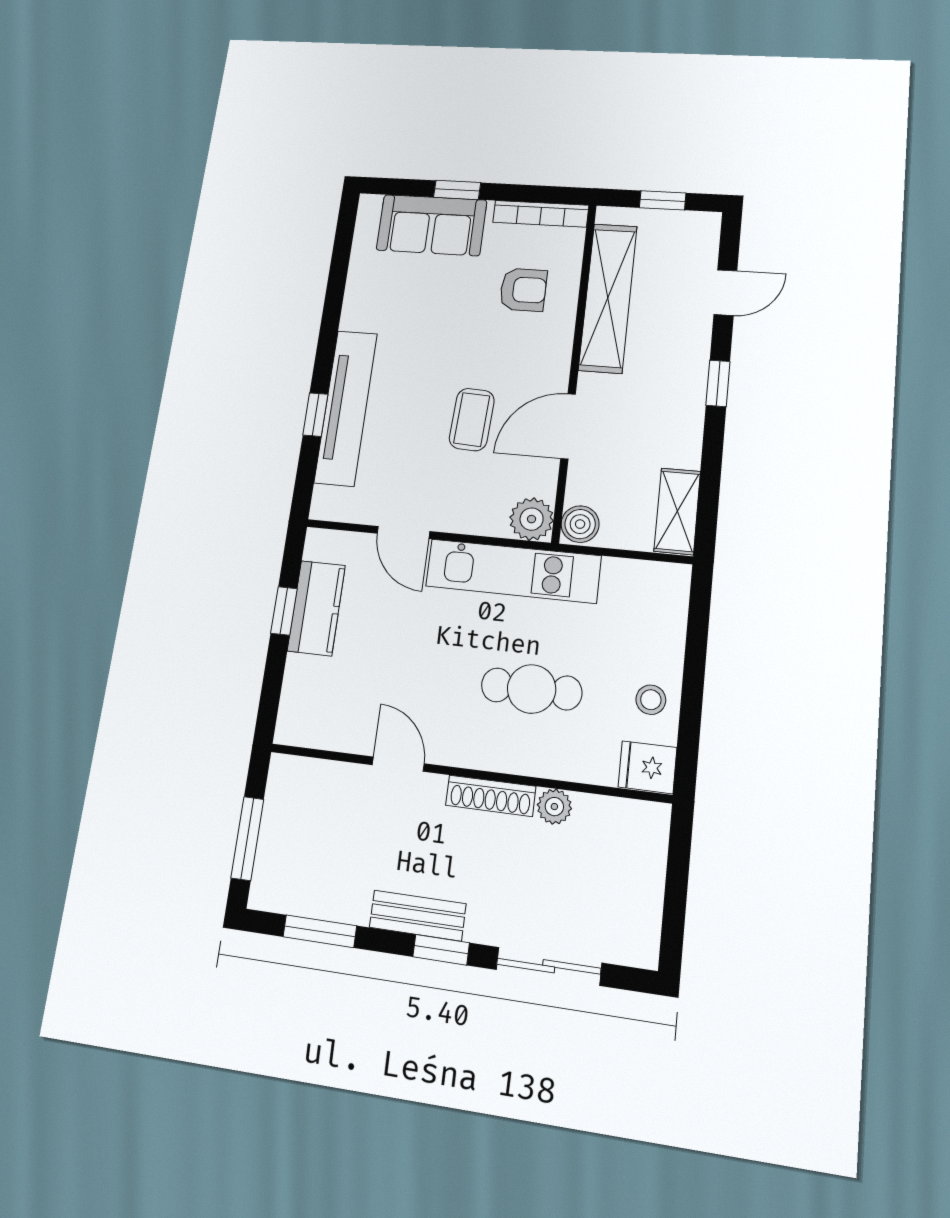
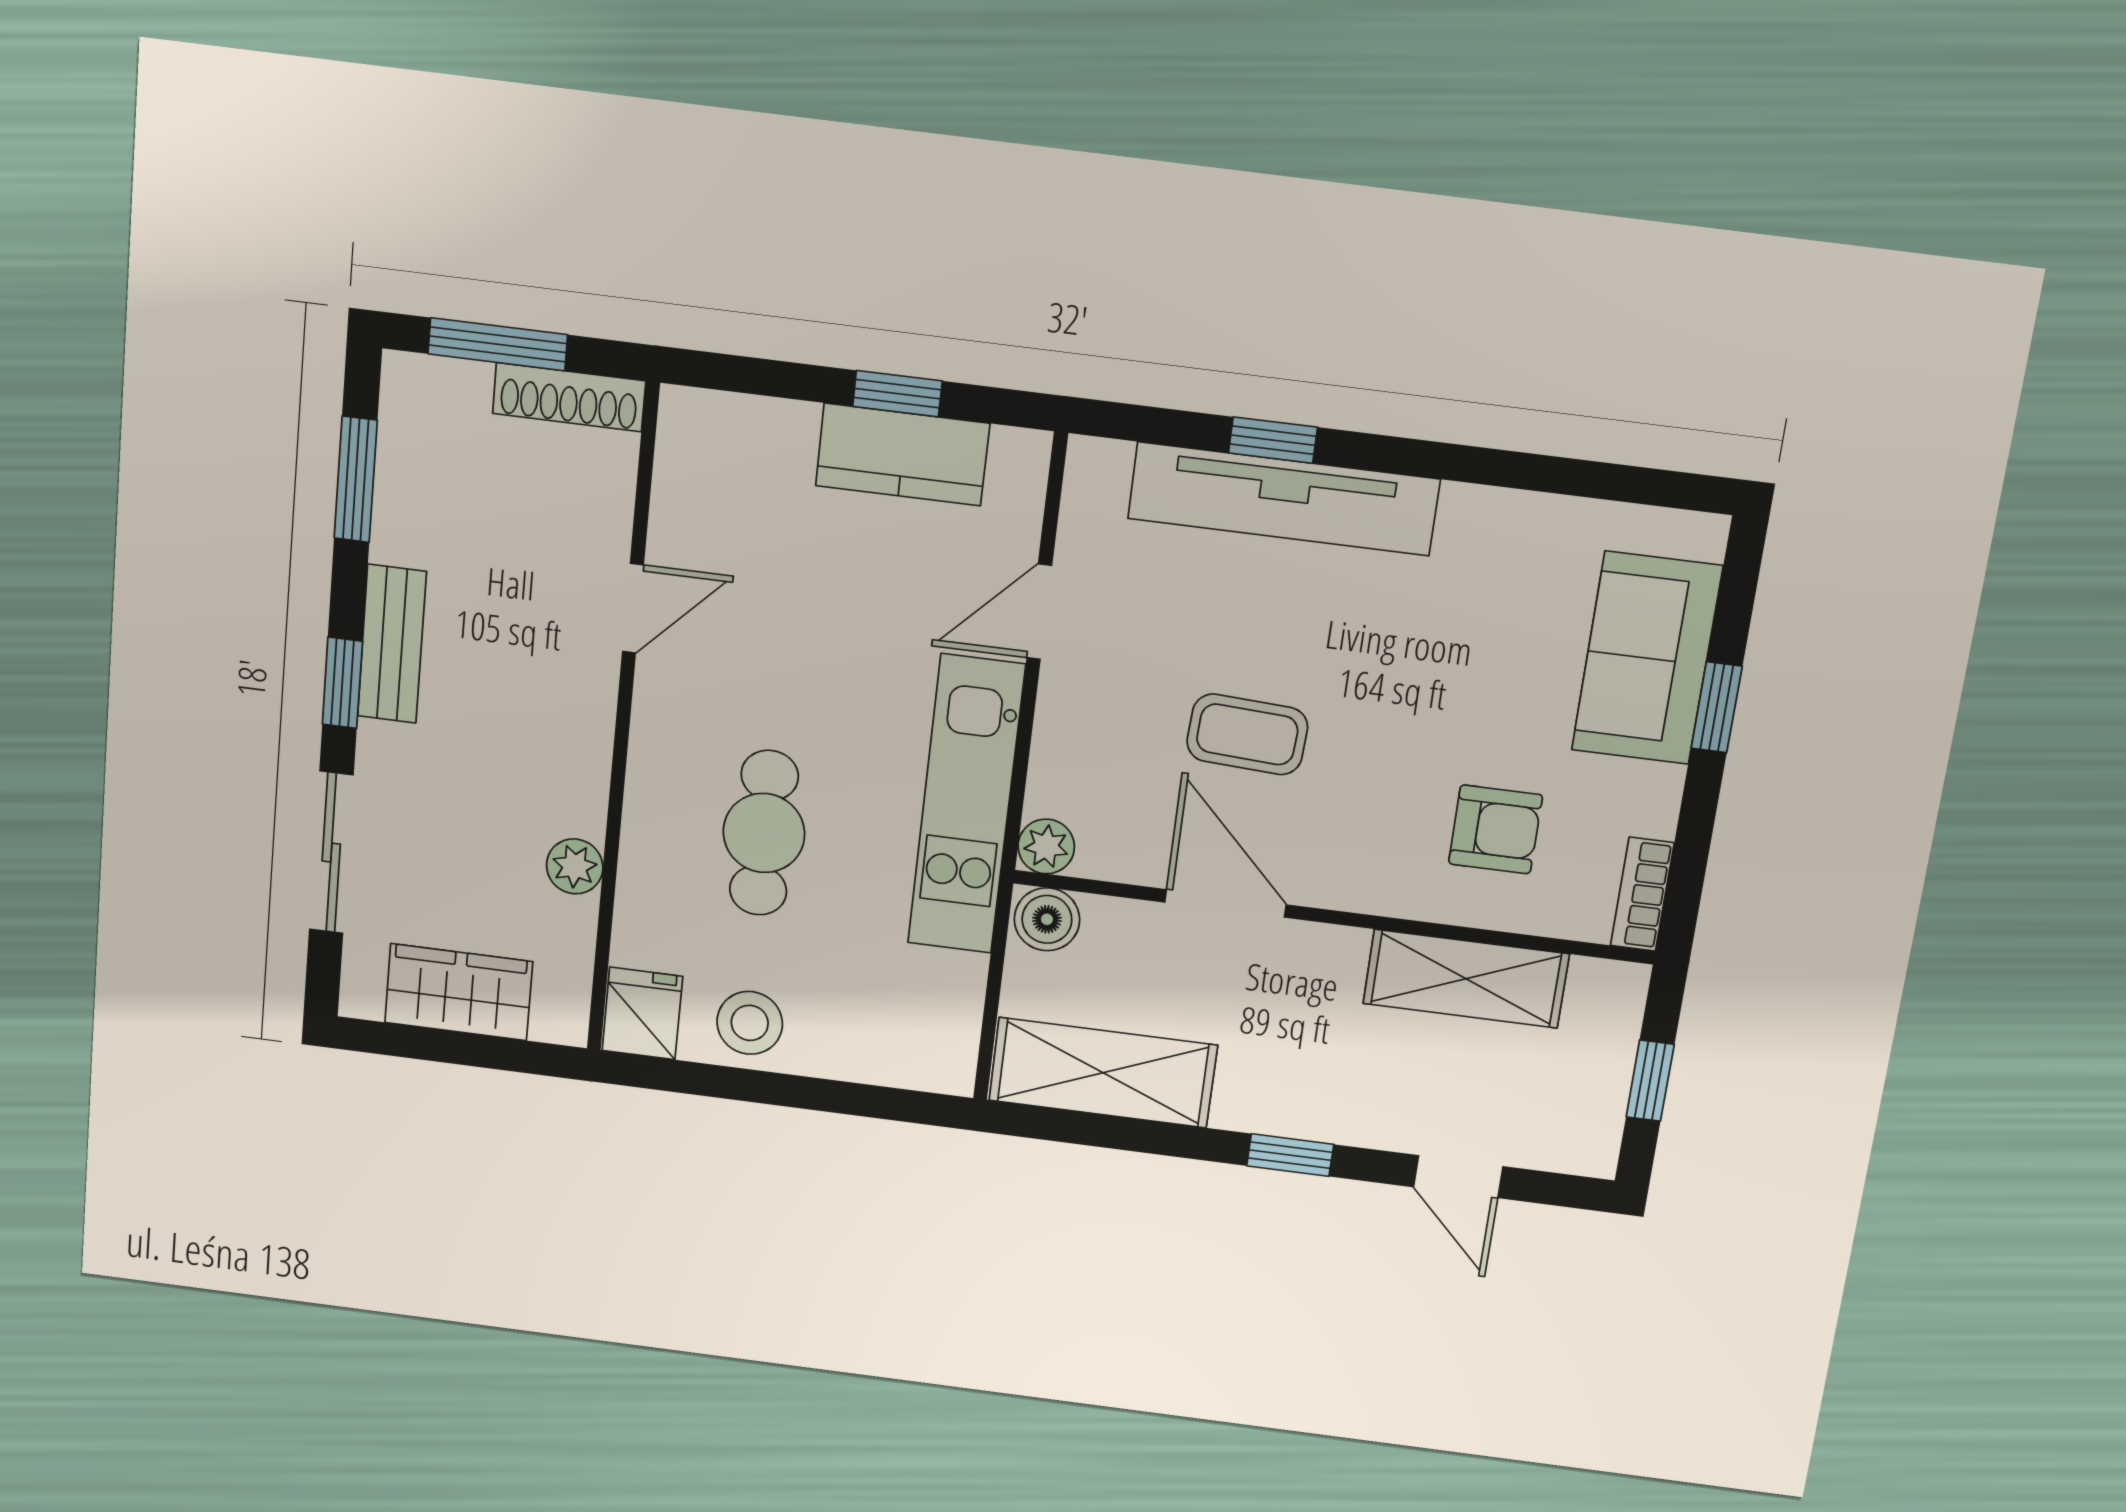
bookcase: (541, 214) -> (1642, 894), width x0.64
armchair: (523, 290) -> (1495, 829), turned -90
shelving: (608, 298) -> (1466, 979), width x0.68
shelving: (677, 511) -> (1103, 1073), width x1.50, depth x1.33
plant: (532, 519) -> (1046, 846), width x0.73, depth x0.73
stool: (651, 700) -> (750, 1023), width x1.37, depth x1.37
shoe rack: (491, 796) -> (569, 397), moved, turned -90
wardrobe: (638, 887) -> (459, 992), added

